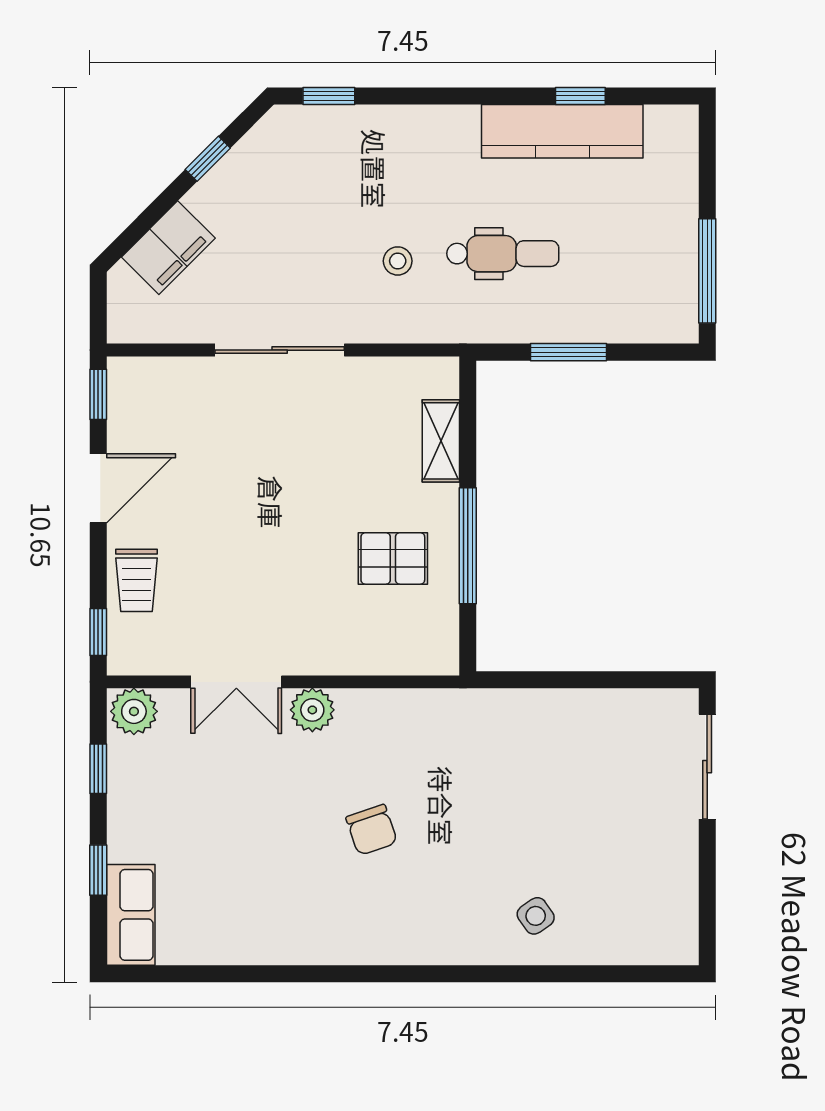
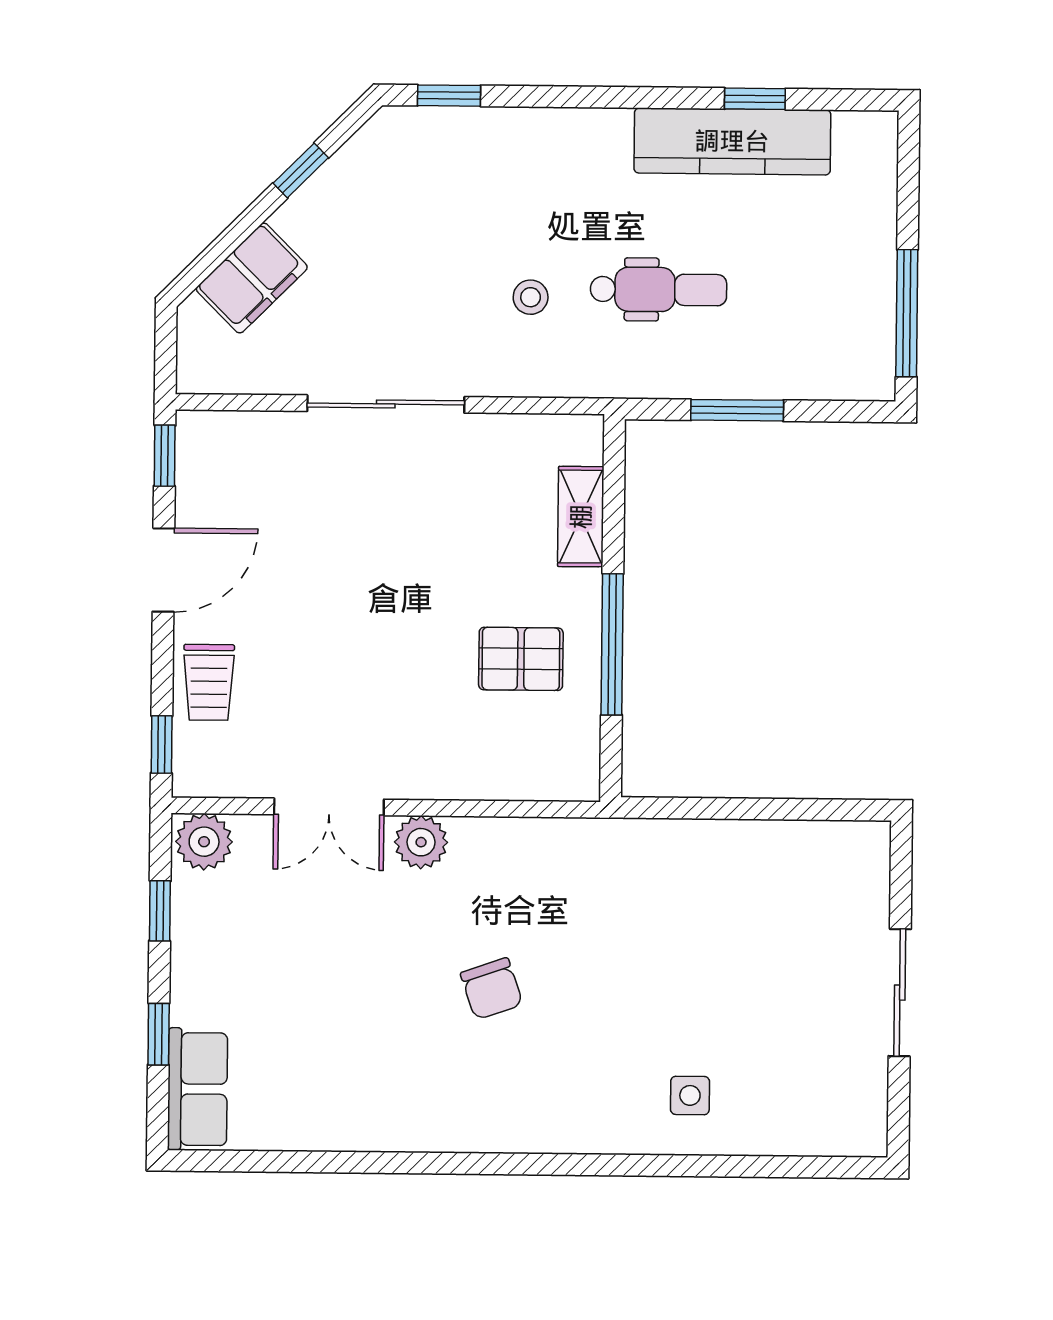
sliding door: (707, 767) -> (900, 993), moved
side table: (536, 916) -> (690, 1095), turned 35

